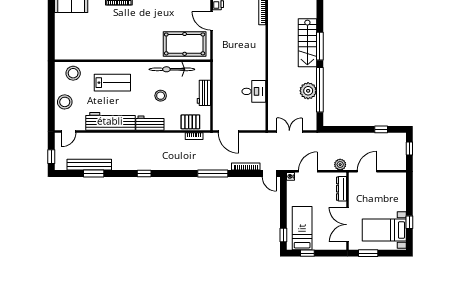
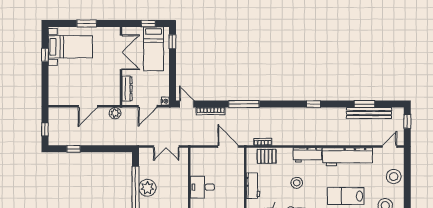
dresser: (342, 189) -> (127, 89), moved
wall: (347, 211) -> (121, 66), moved
double door: (347, 225) -> (121, 52), moved

